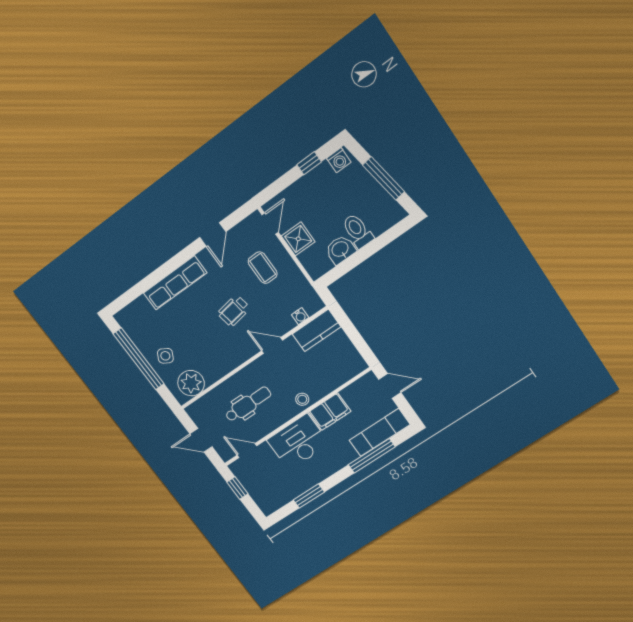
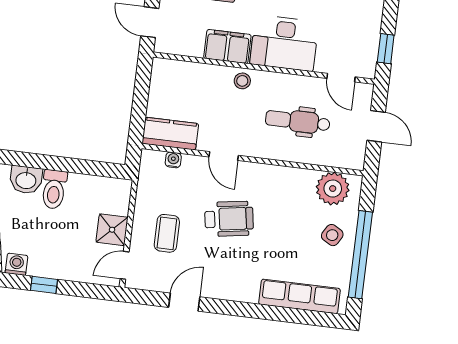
washbasin: (340, 250) -> (26, 180), moved
row of seats: (175, 283) -> (299, 296), moved
wheelchair: (234, 311) -> (229, 219), width x1.36, depth x1.37

